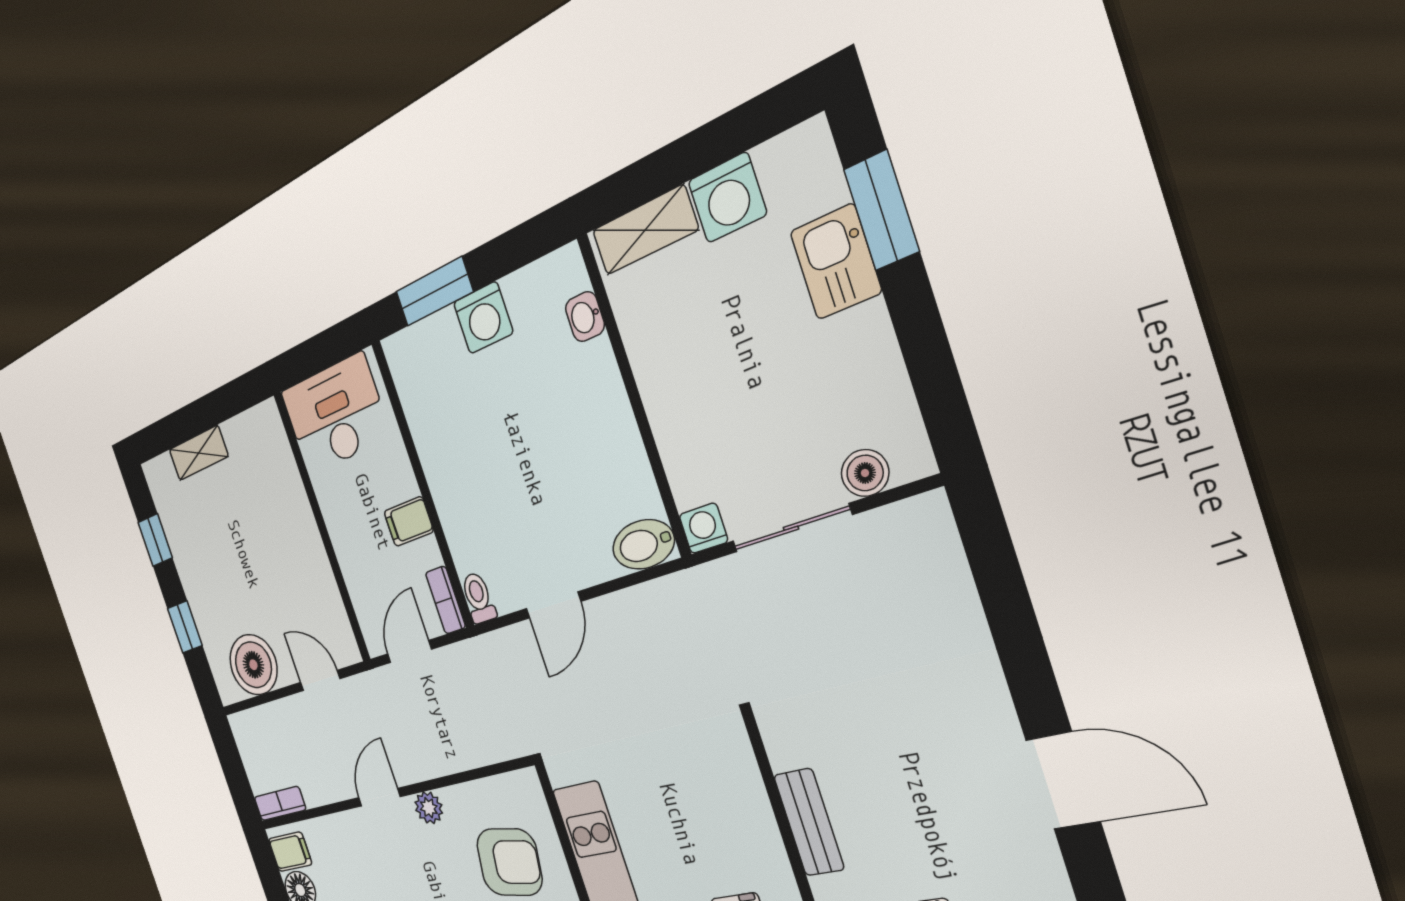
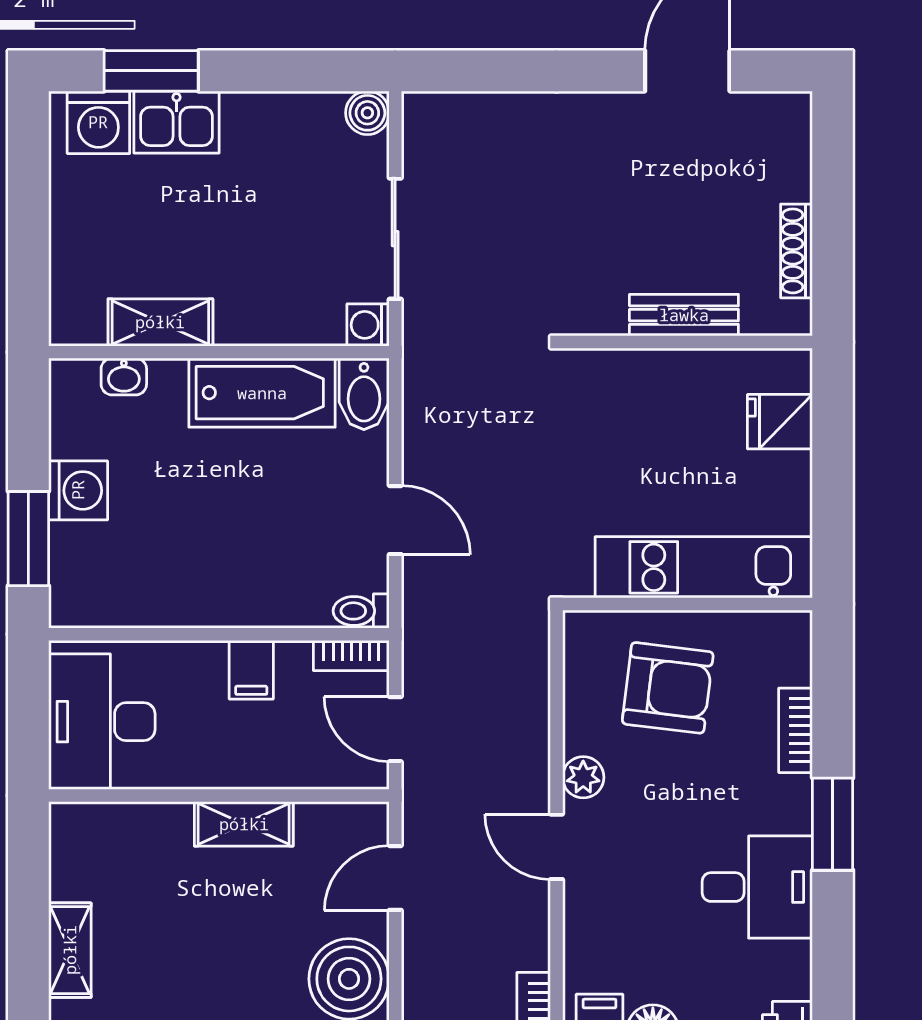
washing machine: (727, 198) -> (98, 122), moved, turned 90
shelving: (645, 230) -> (160, 322), moved, turned 90
bathtub: (614, 450) -> (262, 393), added
boiler: (865, 473) -> (367, 113), moved
shelving: (312, 554) -> (244, 824), added
armchair: (509, 862) -> (668, 688), turned 88

